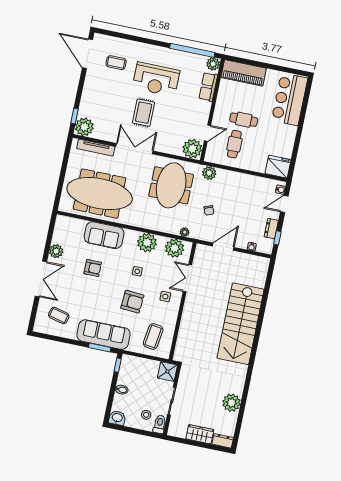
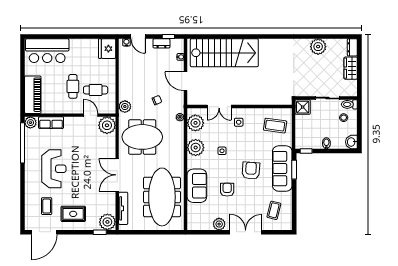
rug: (144, 113) -> (73, 214), moved
armchair: (132, 302) -> (251, 171), moved
stairs: (241, 324) -> (224, 53), moved

